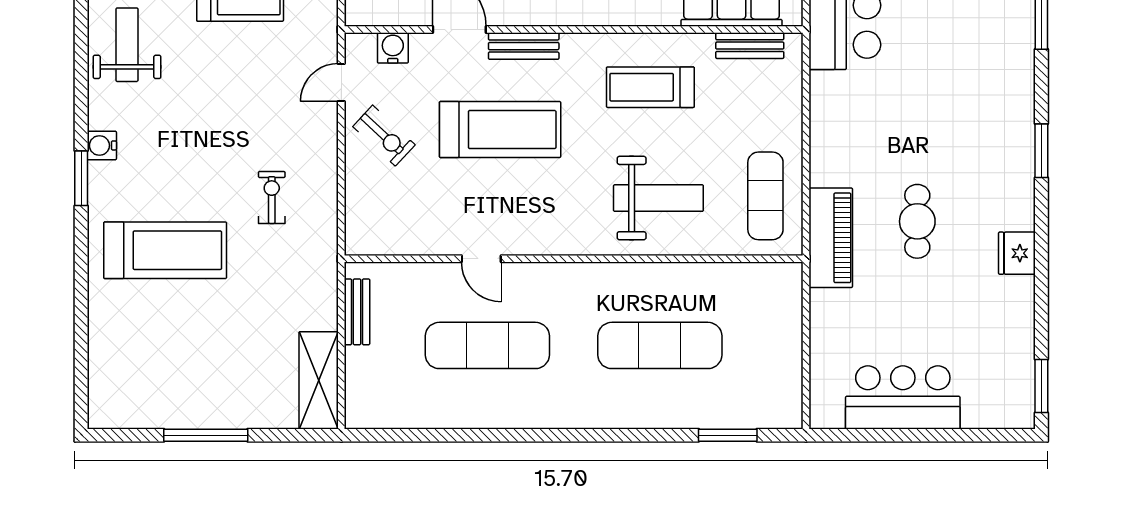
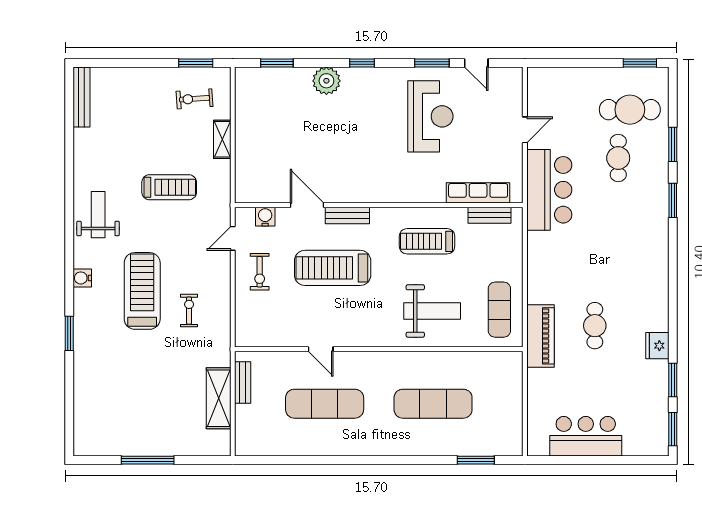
treadmill: (500, 130) -> (333, 268), turned 180
exercise bike: (384, 136) -> (260, 272), turned 47
window: (1041, 151) -> (673, 380), moved
window: (81, 178) -> (69, 333), moved
treadmill: (165, 250) -> (142, 291), moved, turned -90
shelving: (319, 380) -> (219, 398), moved

